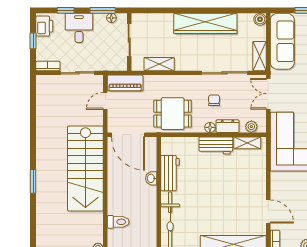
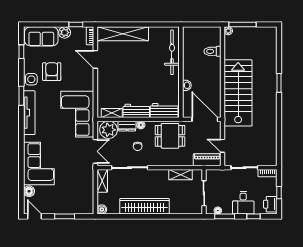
sofa: (282, 41) -> (84, 192), removed
door: (105, 101) -> (223, 146), swing flipped
plant: (251, 127) -> (109, 130), width x1.88, depth x1.88
workbench: (170, 173) -> (164, 111), moved, turned 90

